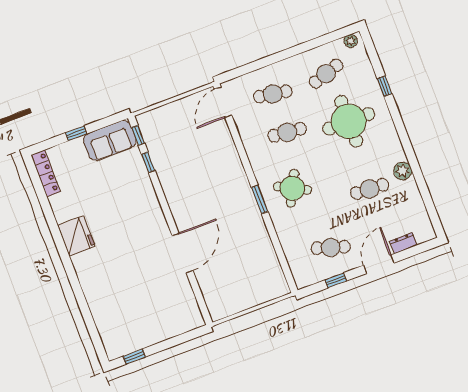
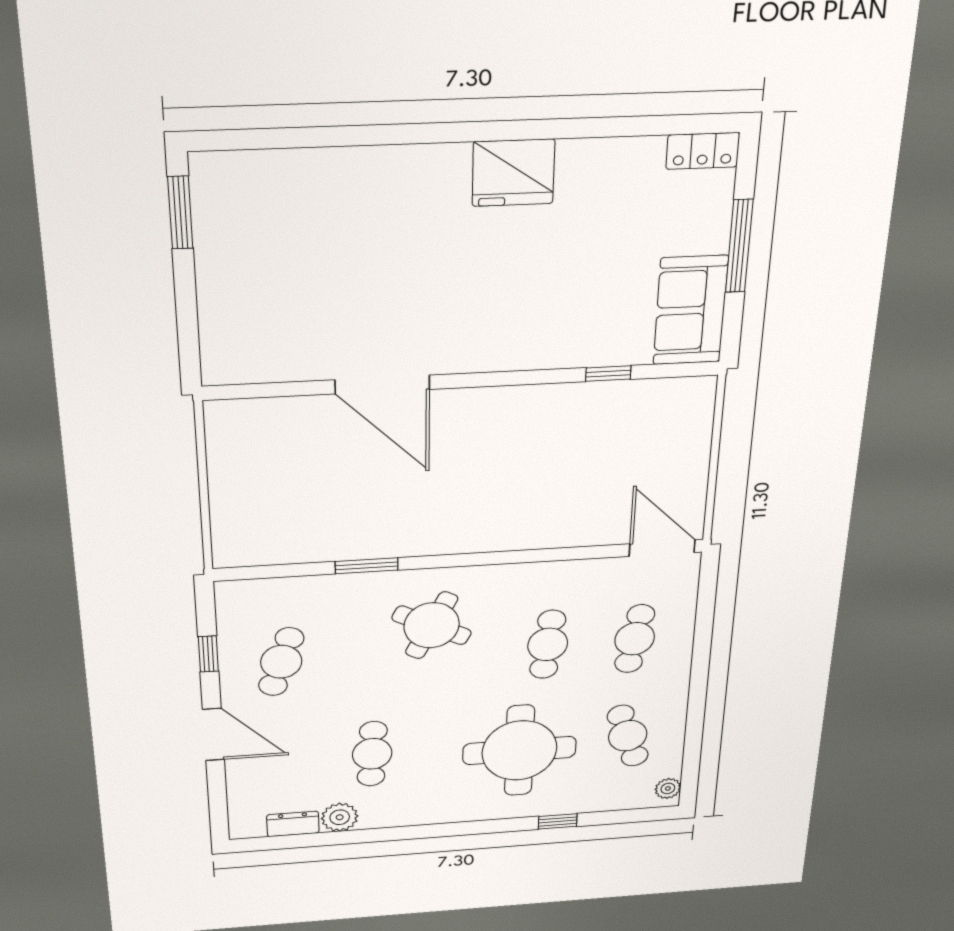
window: (76, 133) -> (739, 246), width x2.17
window: (138, 135) -> (674, 370), removed
plant: (403, 171) -> (340, 817), moved
locker: (46, 173) -> (703, 151), width x0.66
window: (260, 200) -> (367, 566), moved
dresser: (403, 243) -> (293, 824), moved, turned -90
window: (134, 356) -> (180, 213), width x1.50

